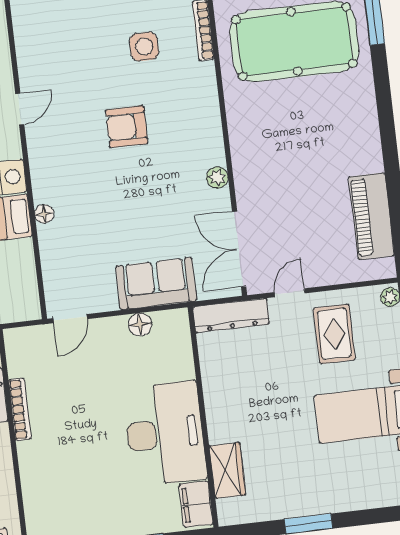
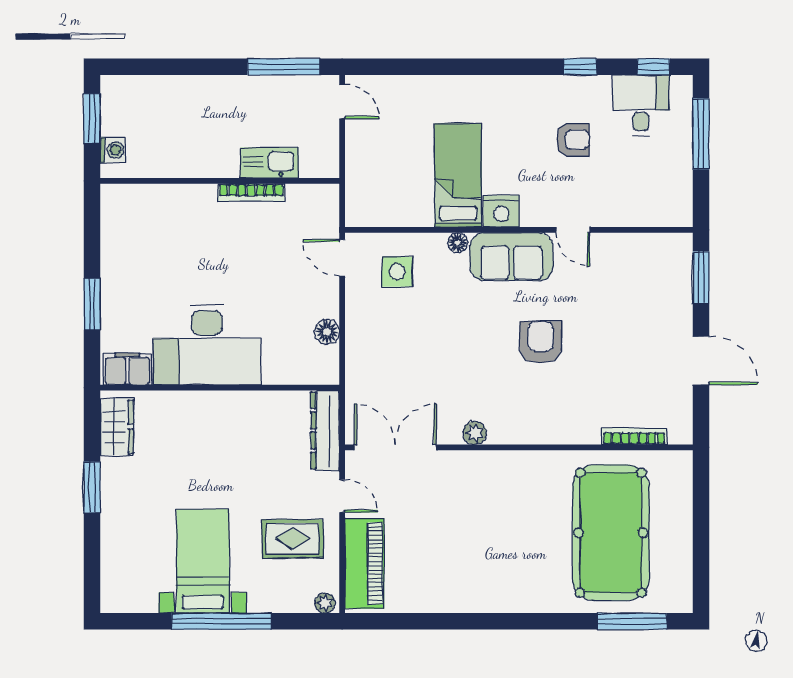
side table: (144, 47) -> (397, 272), moved
piano: (372, 216) -> (365, 563), moved, turned 90
sofa: (156, 284) -> (511, 257), moved, turned 90
wardrobe: (227, 470) -> (117, 427), moved, turned -90

